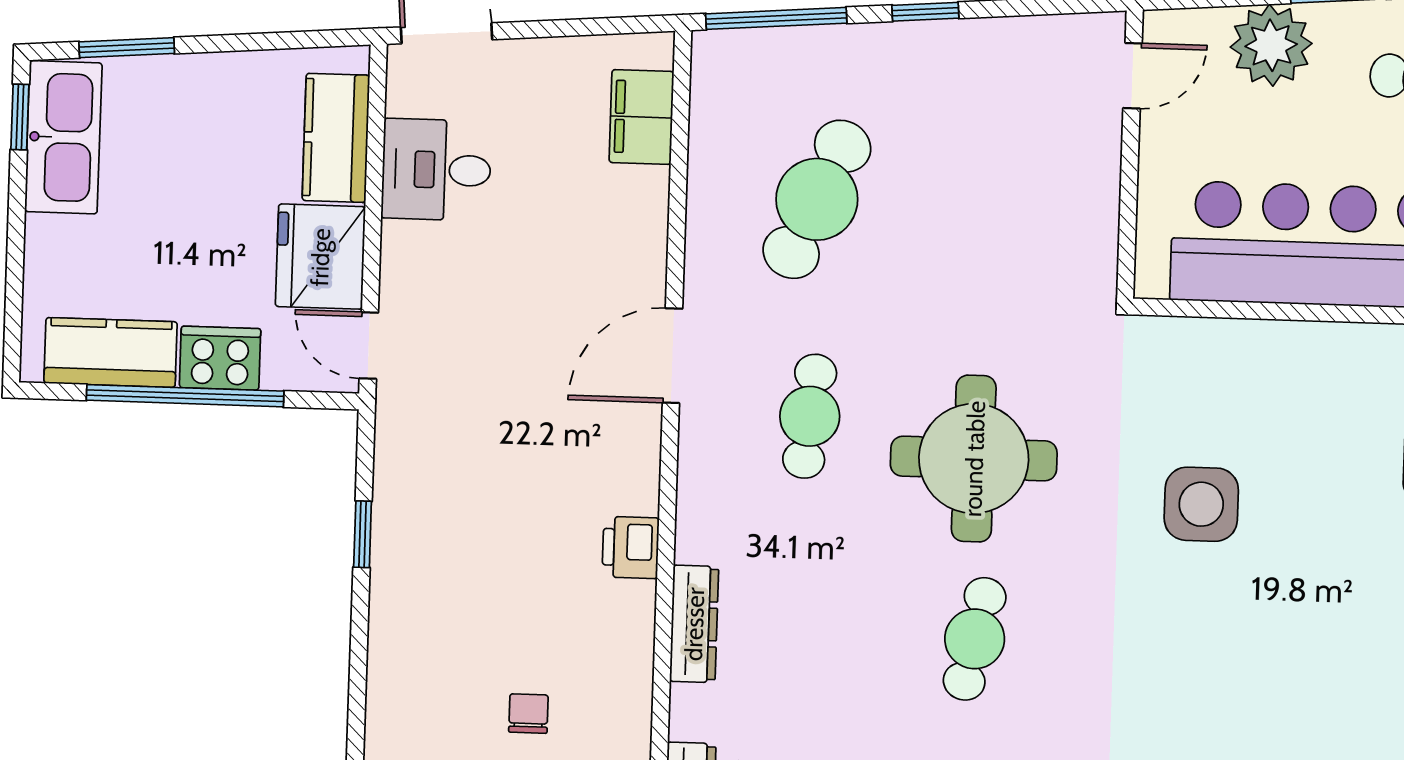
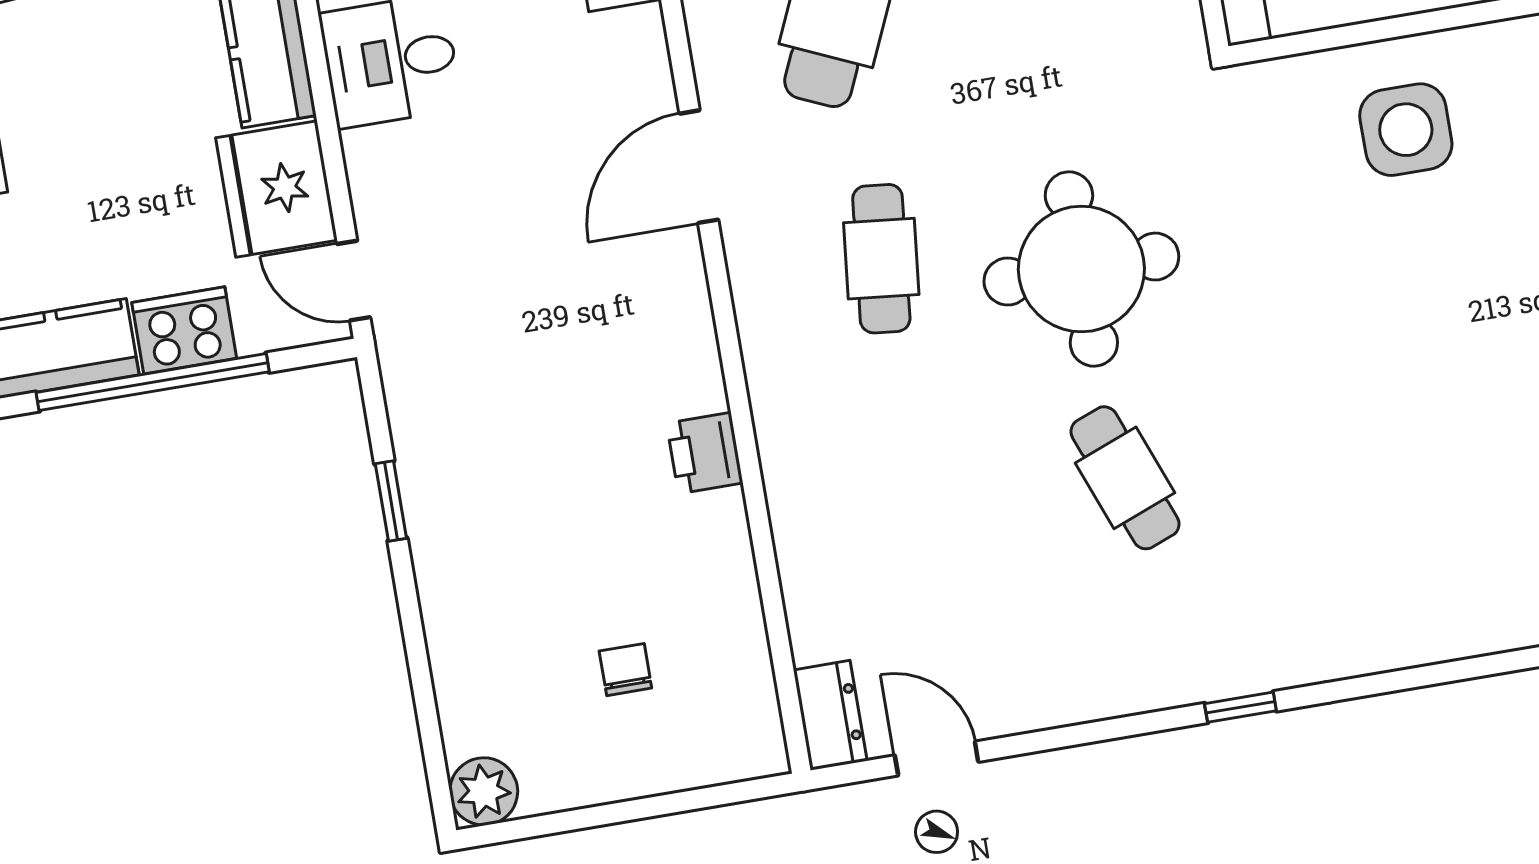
door: (672, 356) -> (699, 167), moved
side table: (1201, 504) -> (1406, 130), moved
dresser: (694, 624) -> (796, 527), removed
cafe table: (975, 639) -> (1125, 478), turned -33

